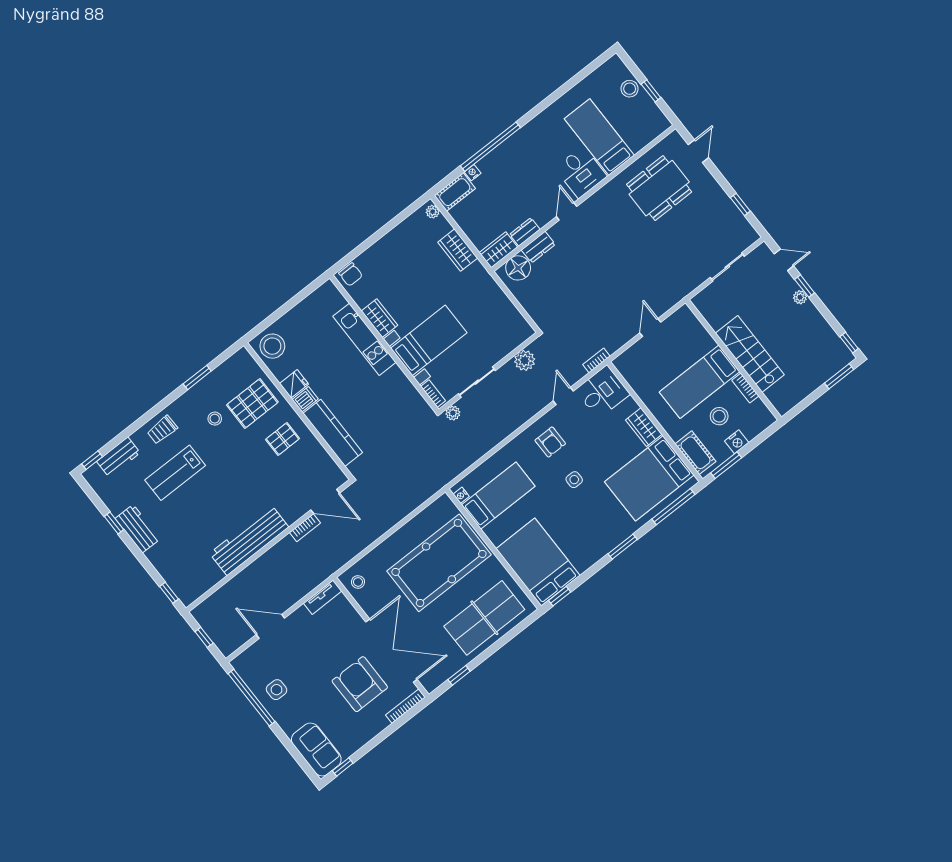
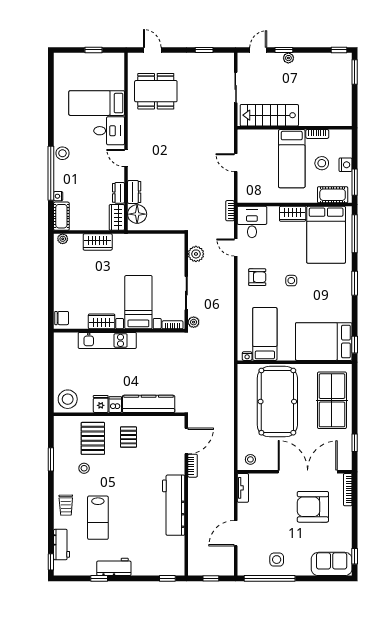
stool: (630, 89) -> (62, 153), moved
dining table: (659, 188) -> (156, 91), turned 90
stairs: (750, 354) -> (269, 115), moved

